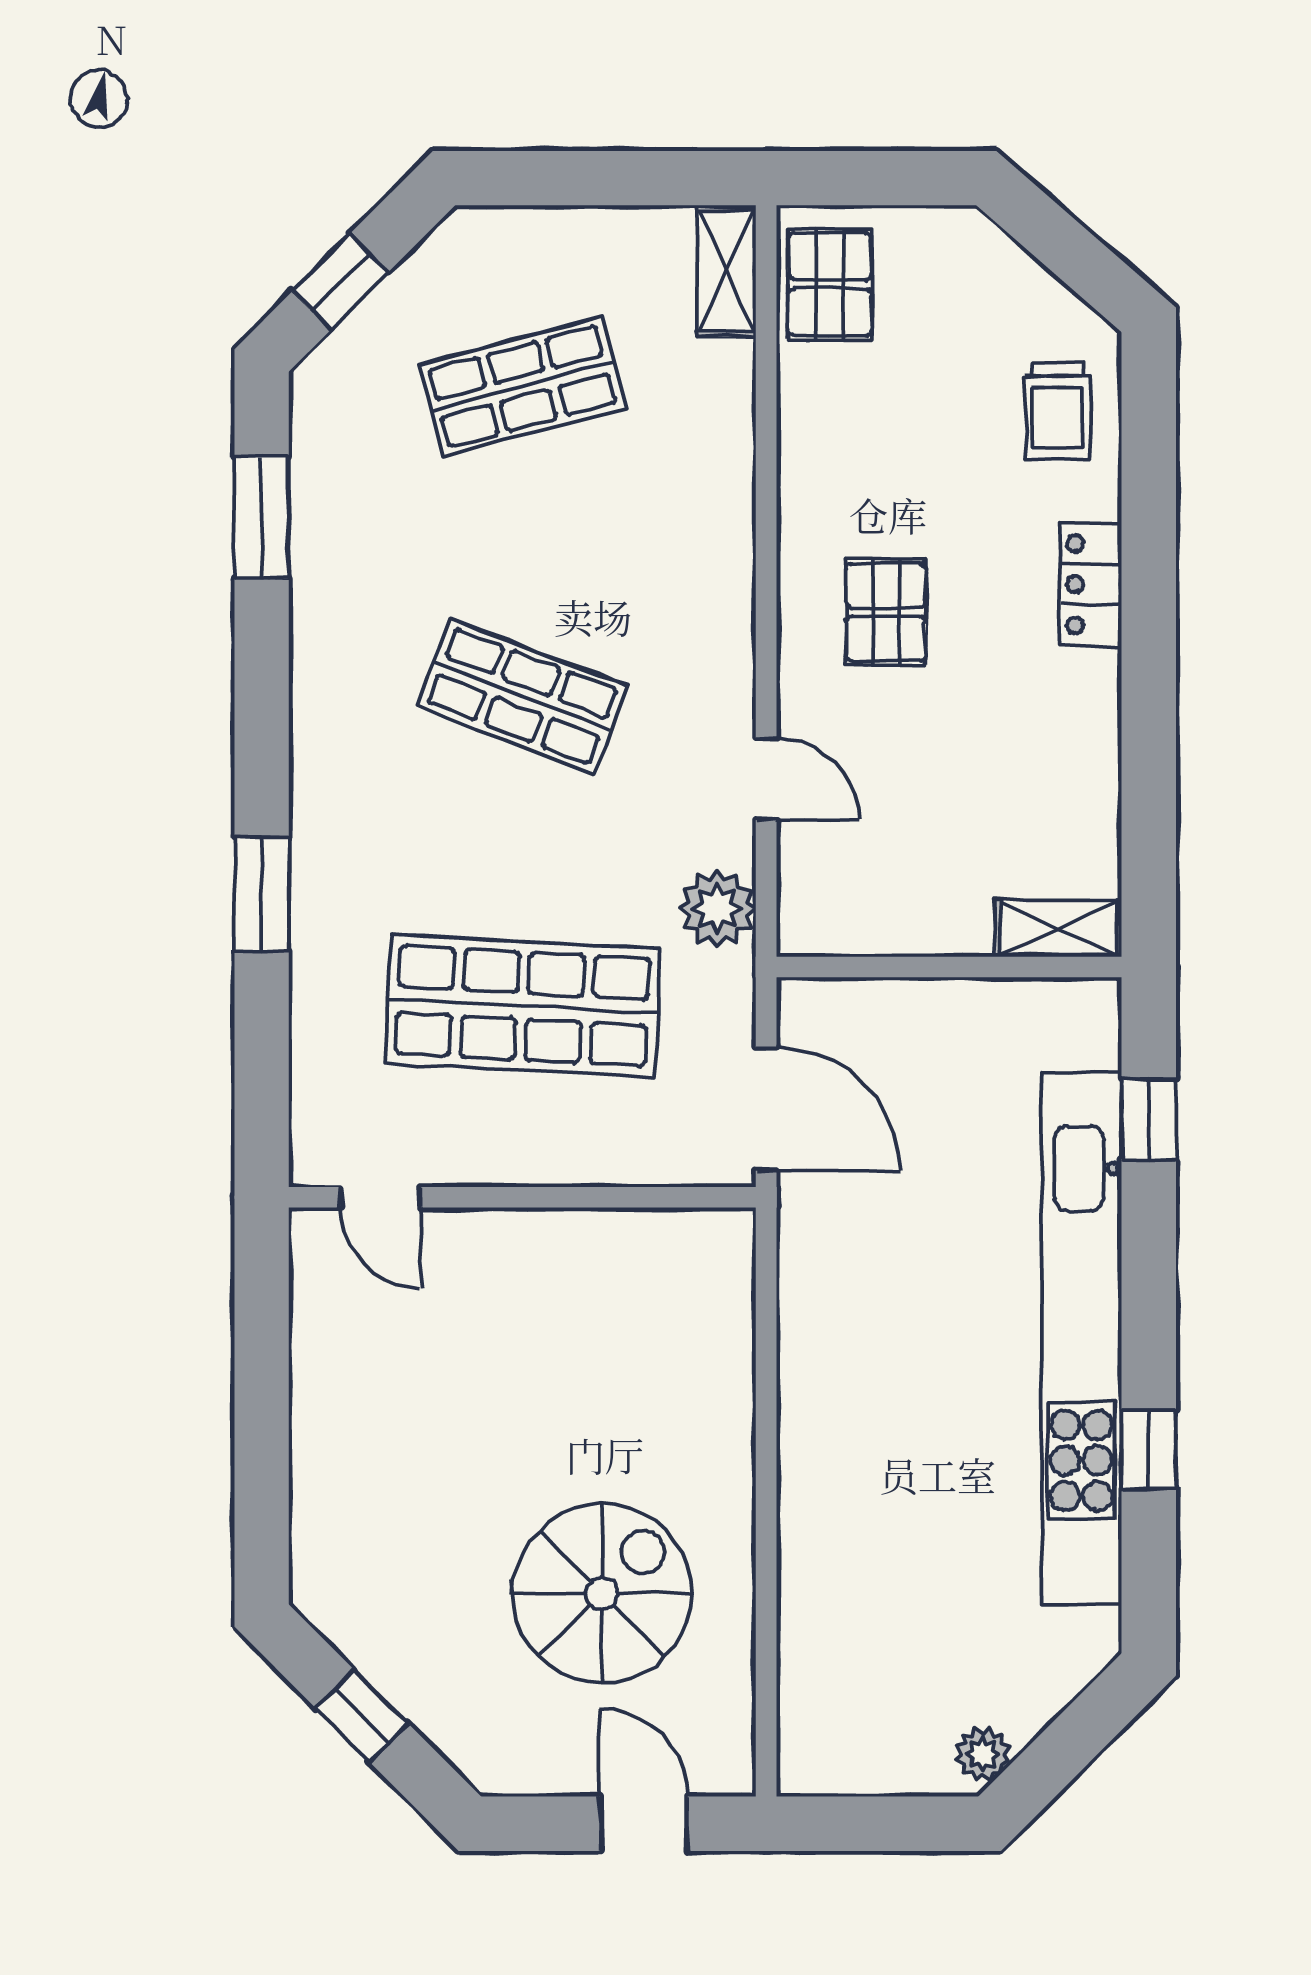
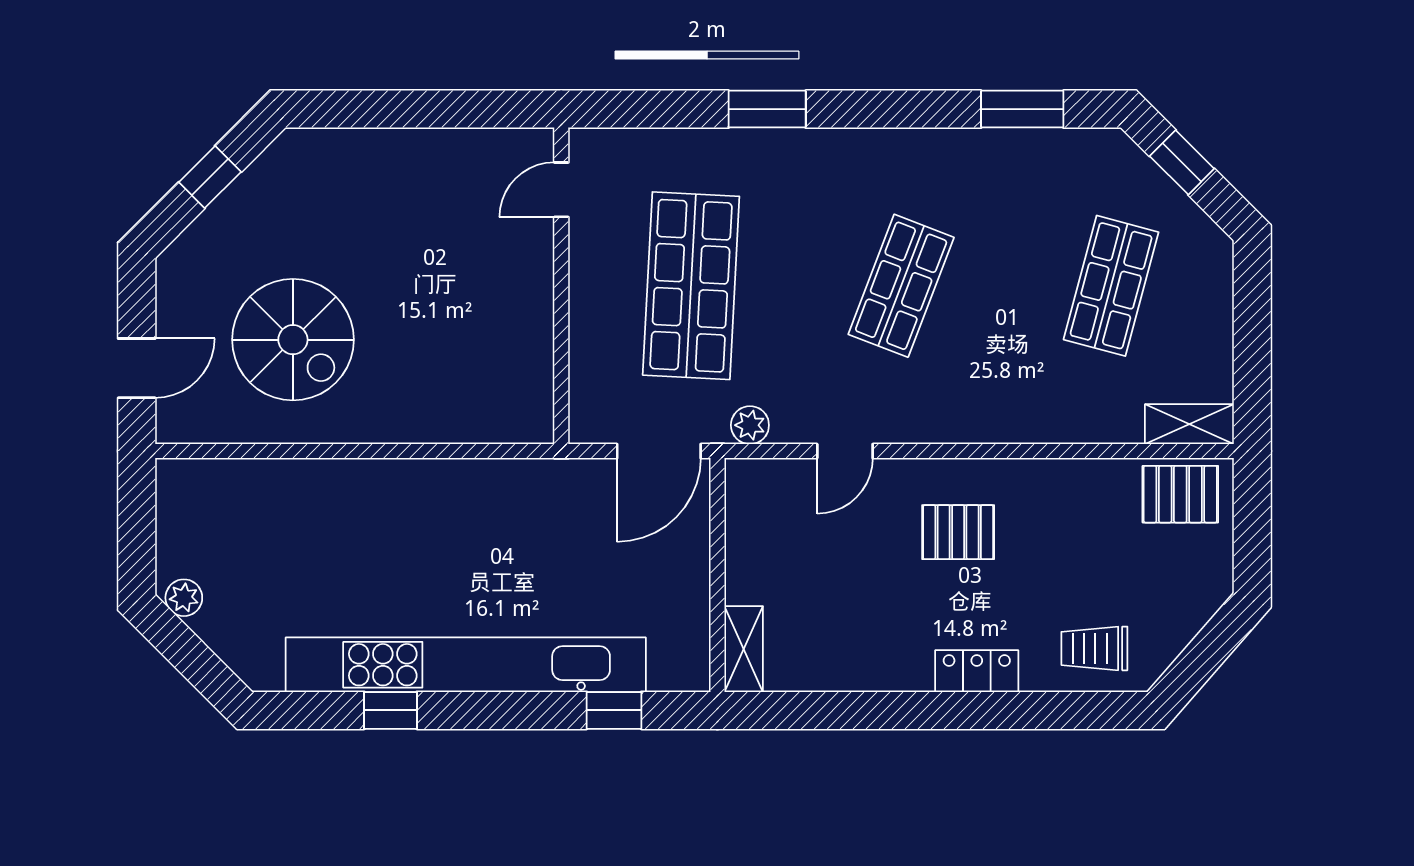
shop shelf: (522, 386) -> (1111, 286), turned 30
plant: (717, 909) -> (750, 425), width x0.73, depth x0.73
door: (766, 1109) -> (659, 451), moved

